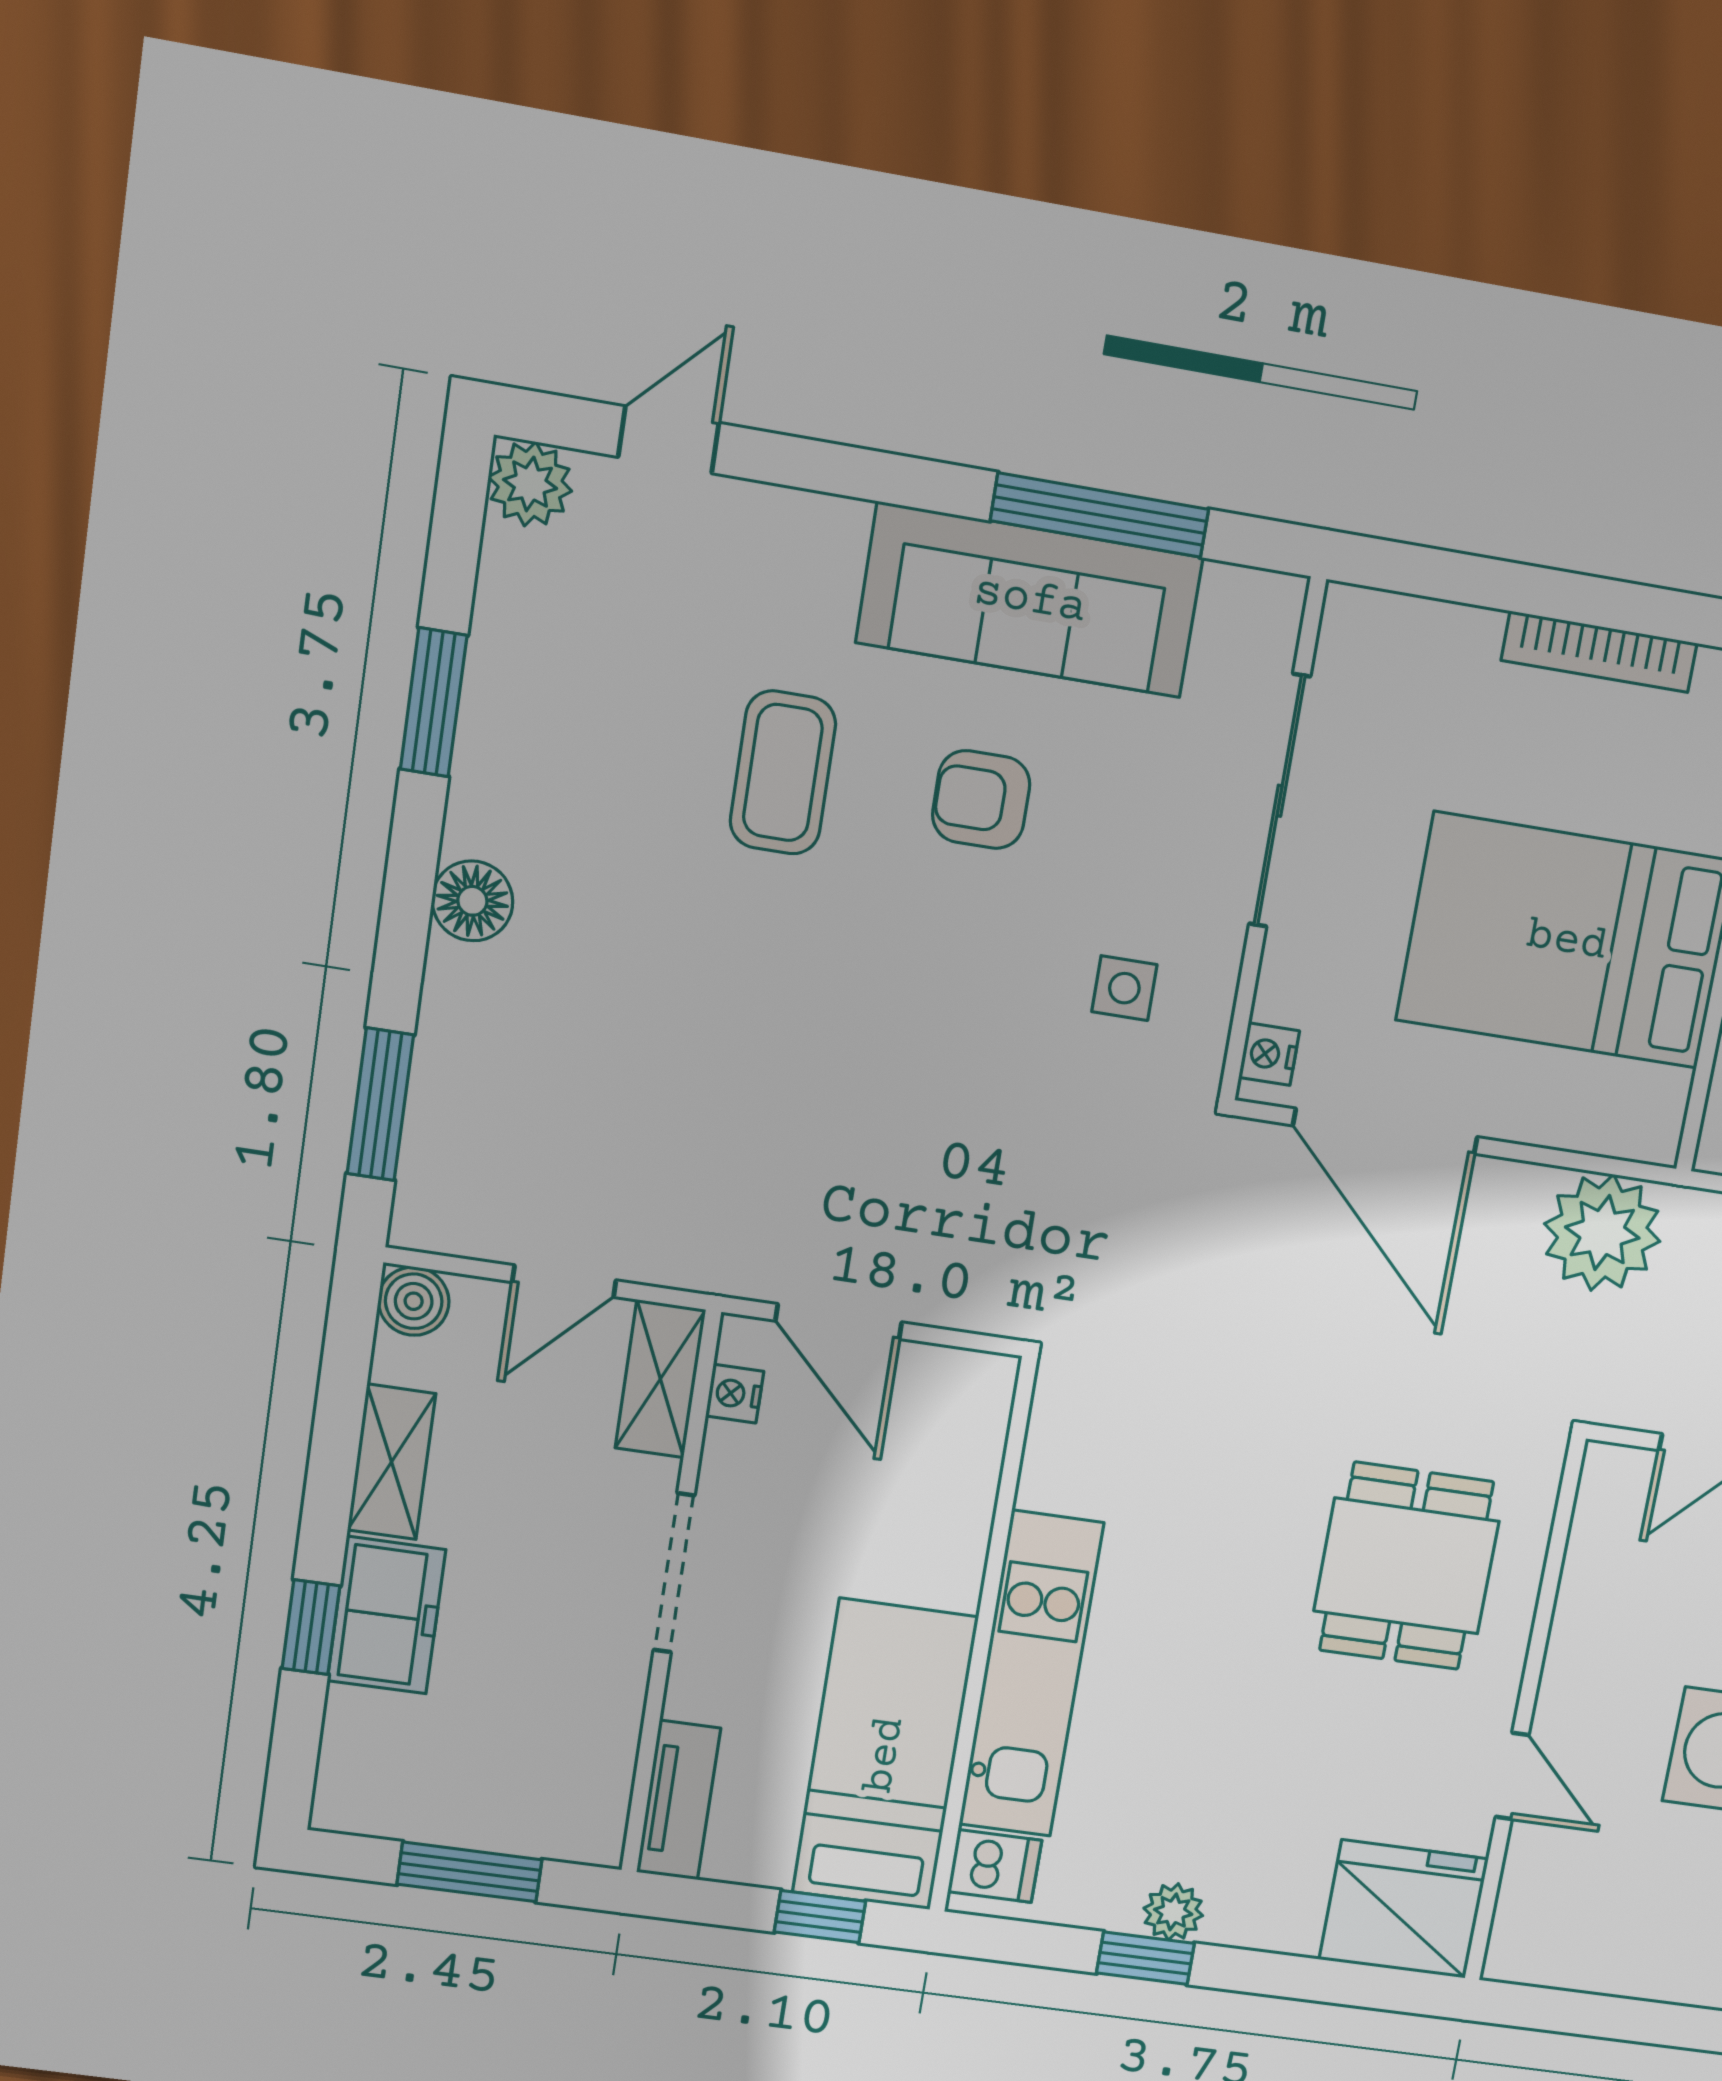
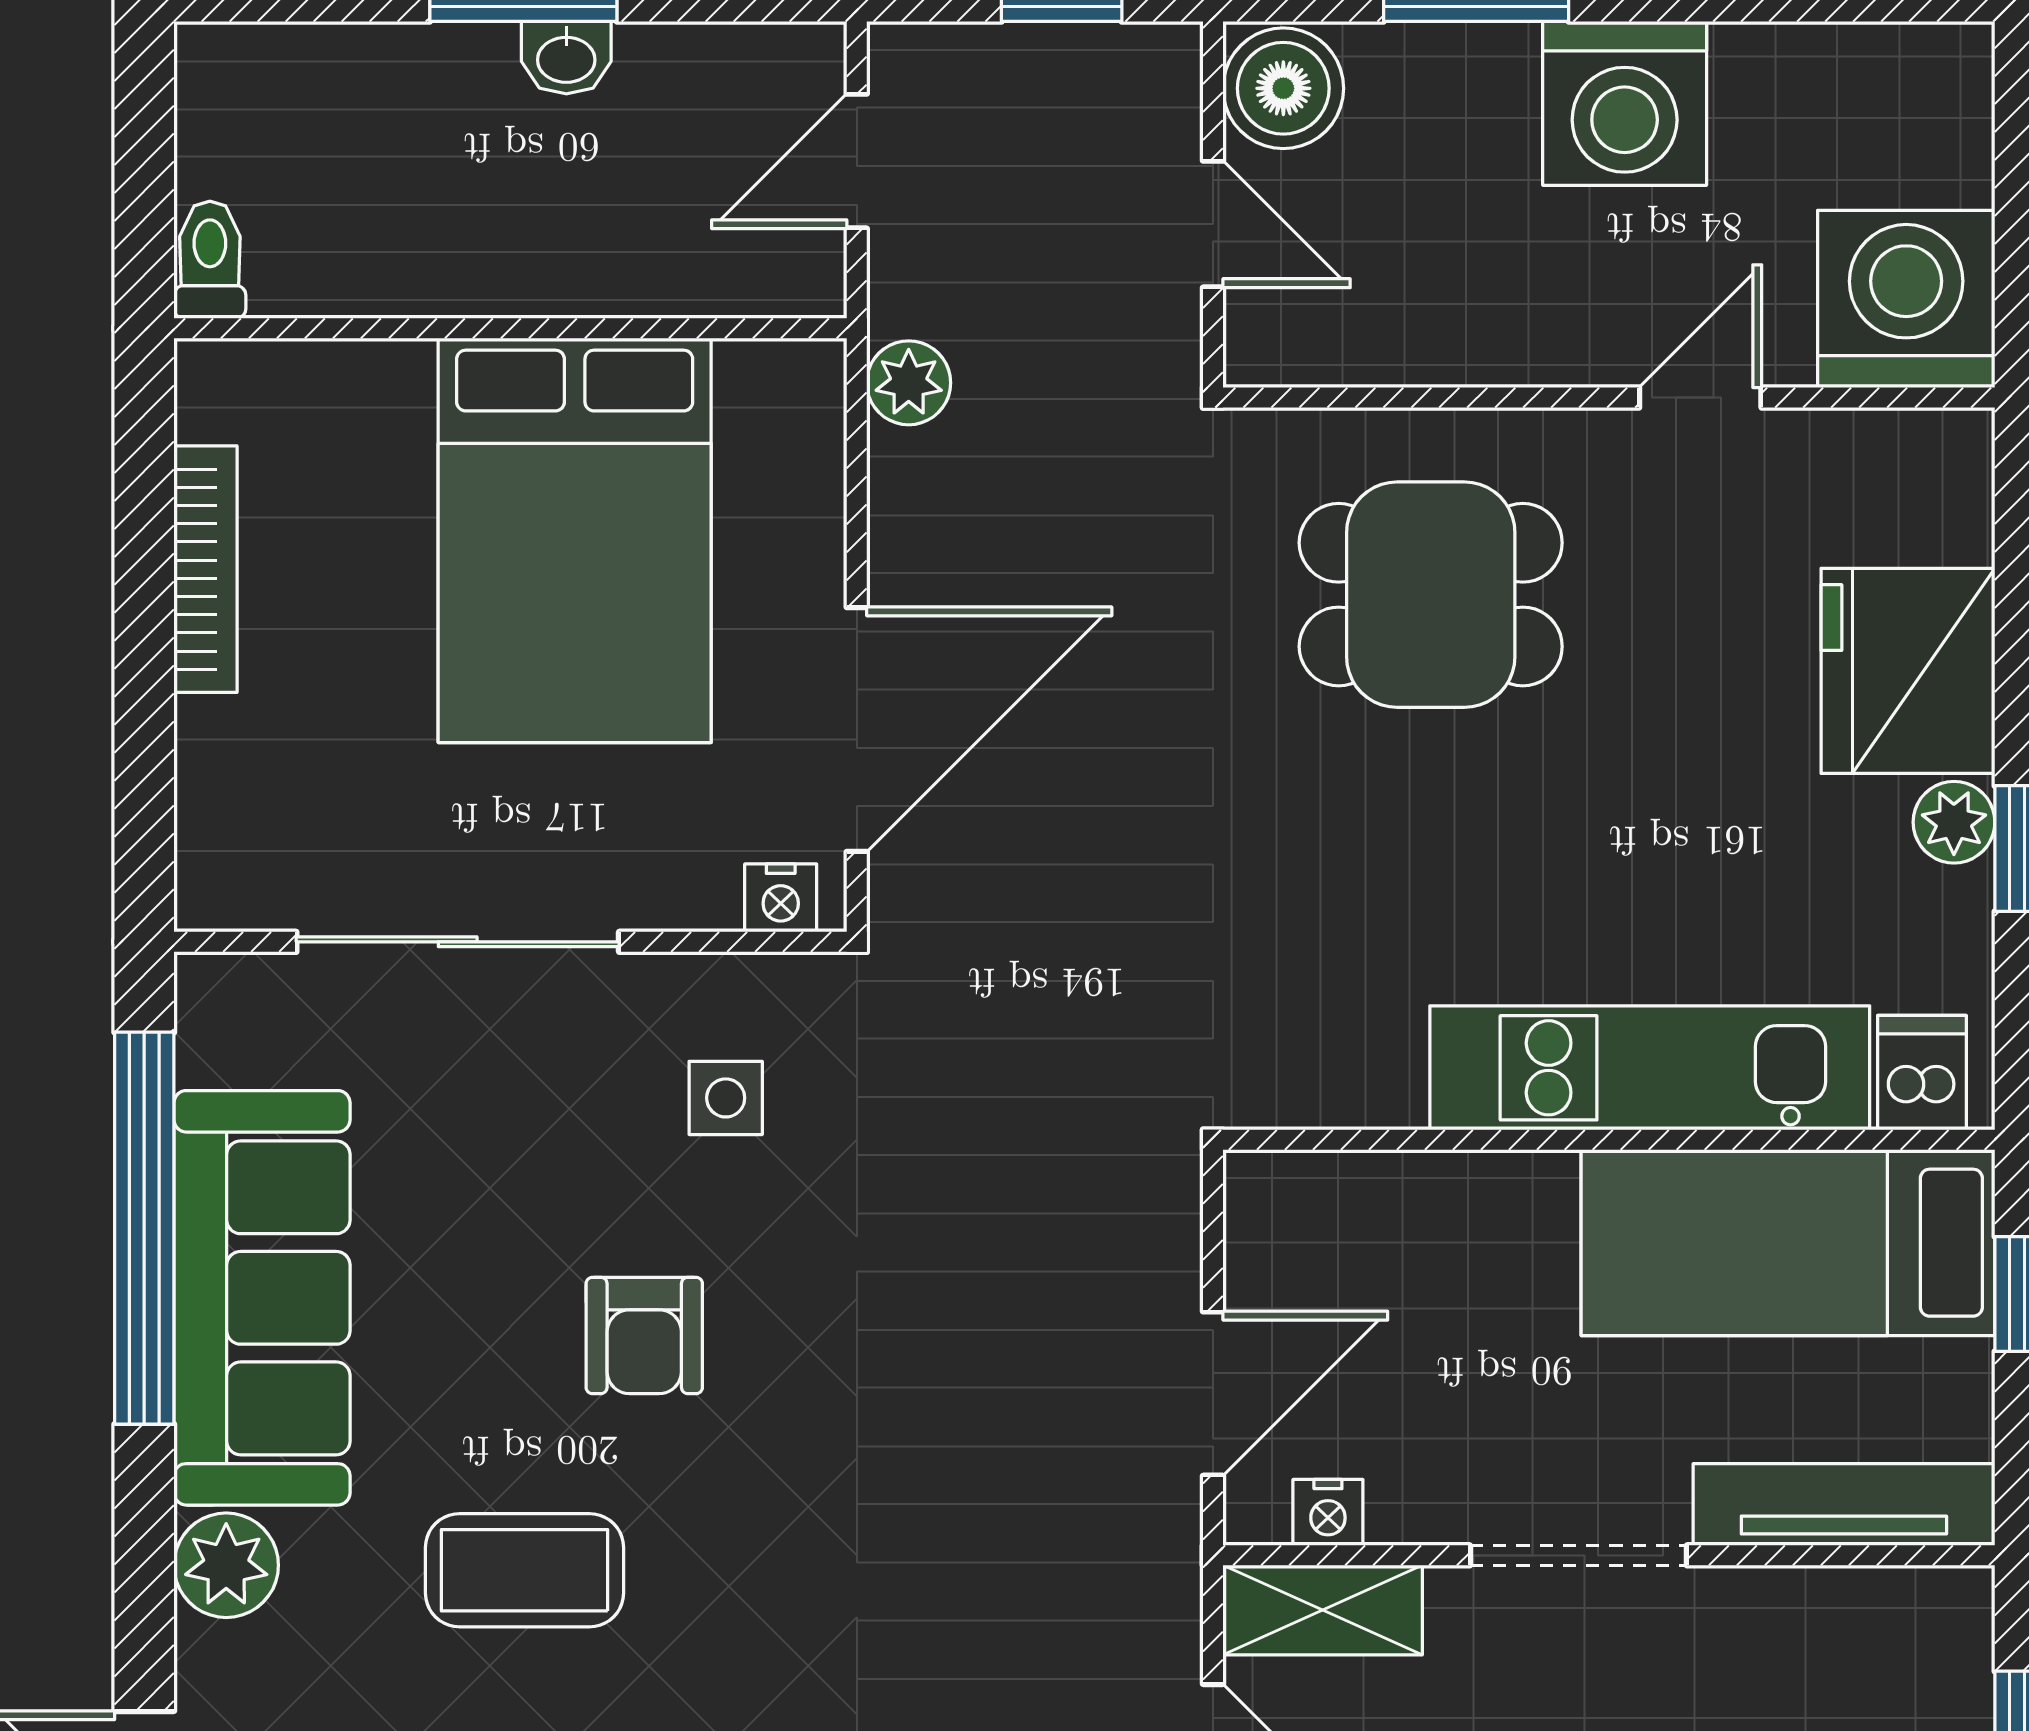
window: (1100, 515) -> (144, 1228), width x1.46
plant: (823, 535) -> (226, 1565), added
armchair: (981, 800) -> (644, 1335), moved
plant: (1602, 1233) -> (909, 383), width x0.53, depth x0.53
tv unit: (678, 1800) -> (1844, 1505), width x1.41
fridge: (1404, 1909) -> (1908, 671), moved
washing machine: (1554, 1927) -> (1906, 299), added

